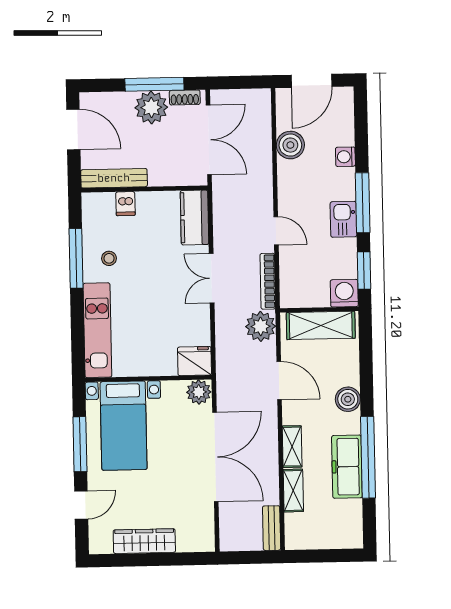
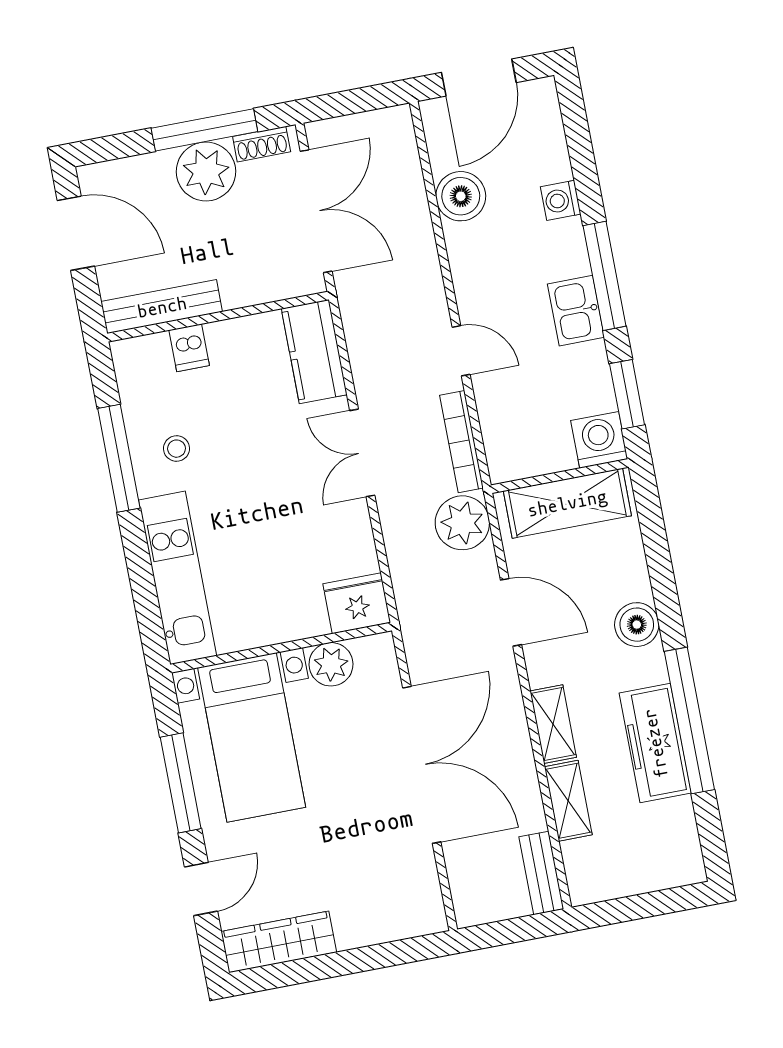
plant: (199, 392) -> (331, 664), moved
wardrobe: (144, 541) -> (279, 942), moved

